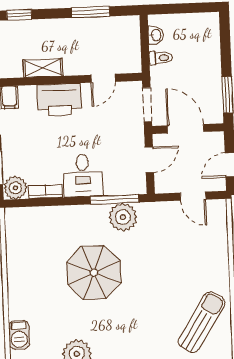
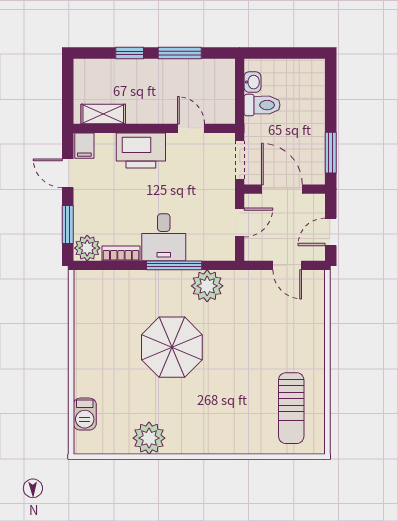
window: (19, 15) -> (130, 53), moved
toilet: (161, 58) -> (262, 105), width x1.37, depth x1.39
shelving: (43, 68) -> (103, 114), moved
door: (103, 78) -> (191, 128), swing flipped
window: (115, 199) -> (174, 265), moved
sun lounger: (202, 322) -> (291, 408), turned 147

